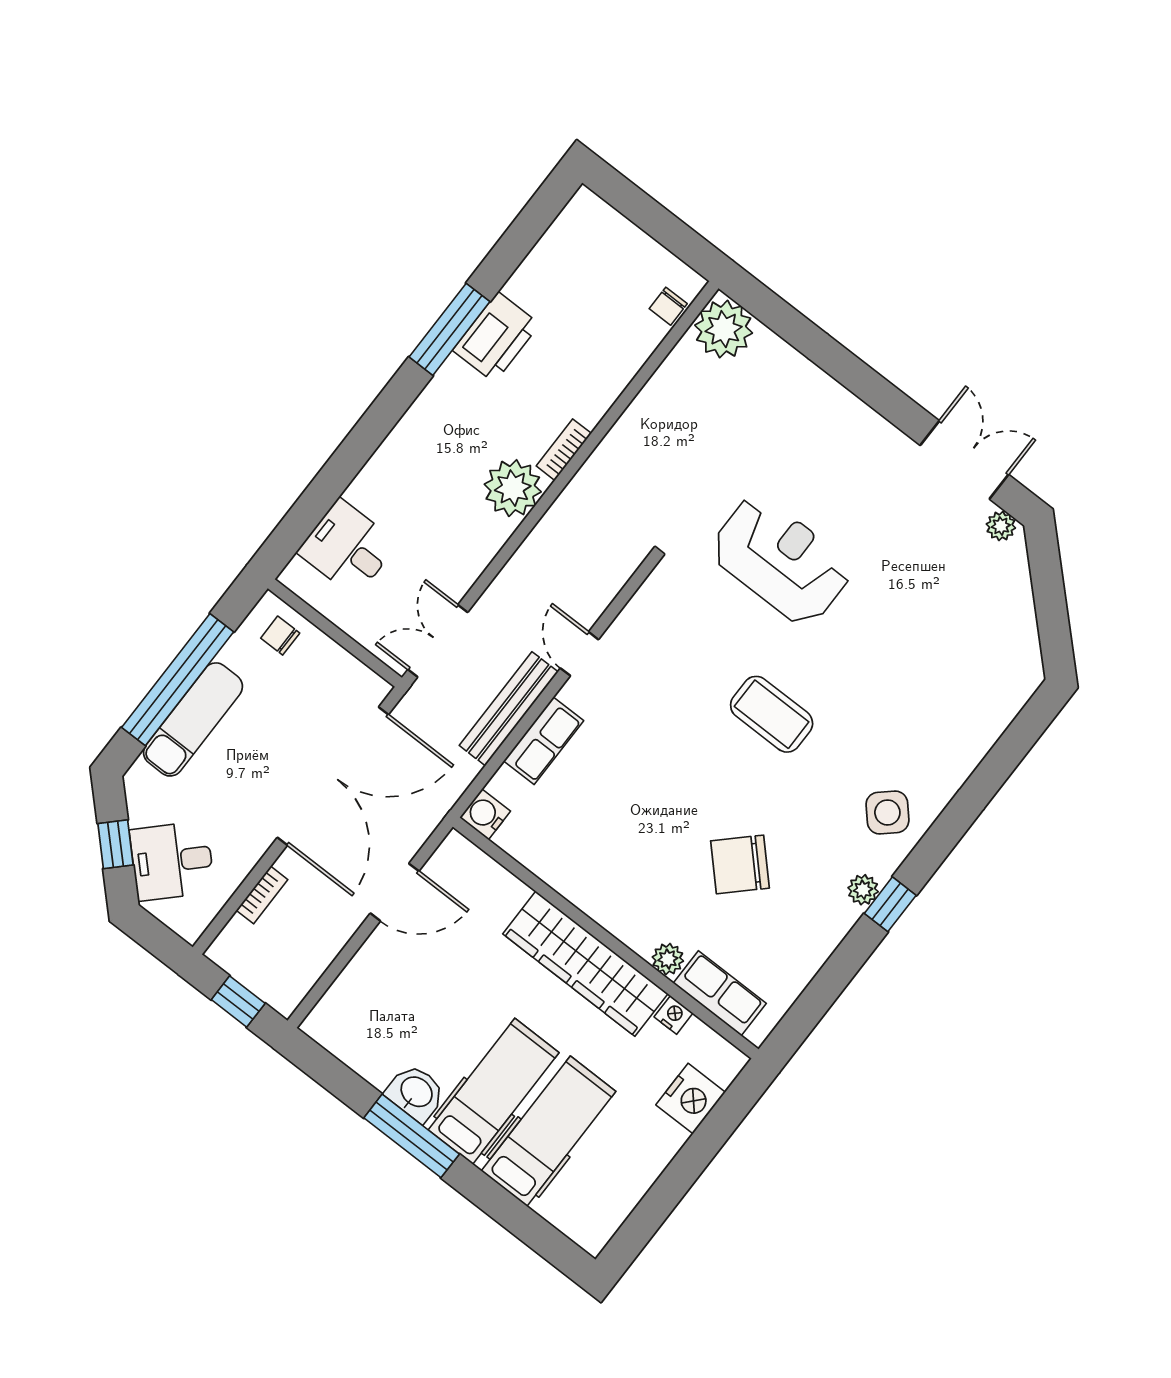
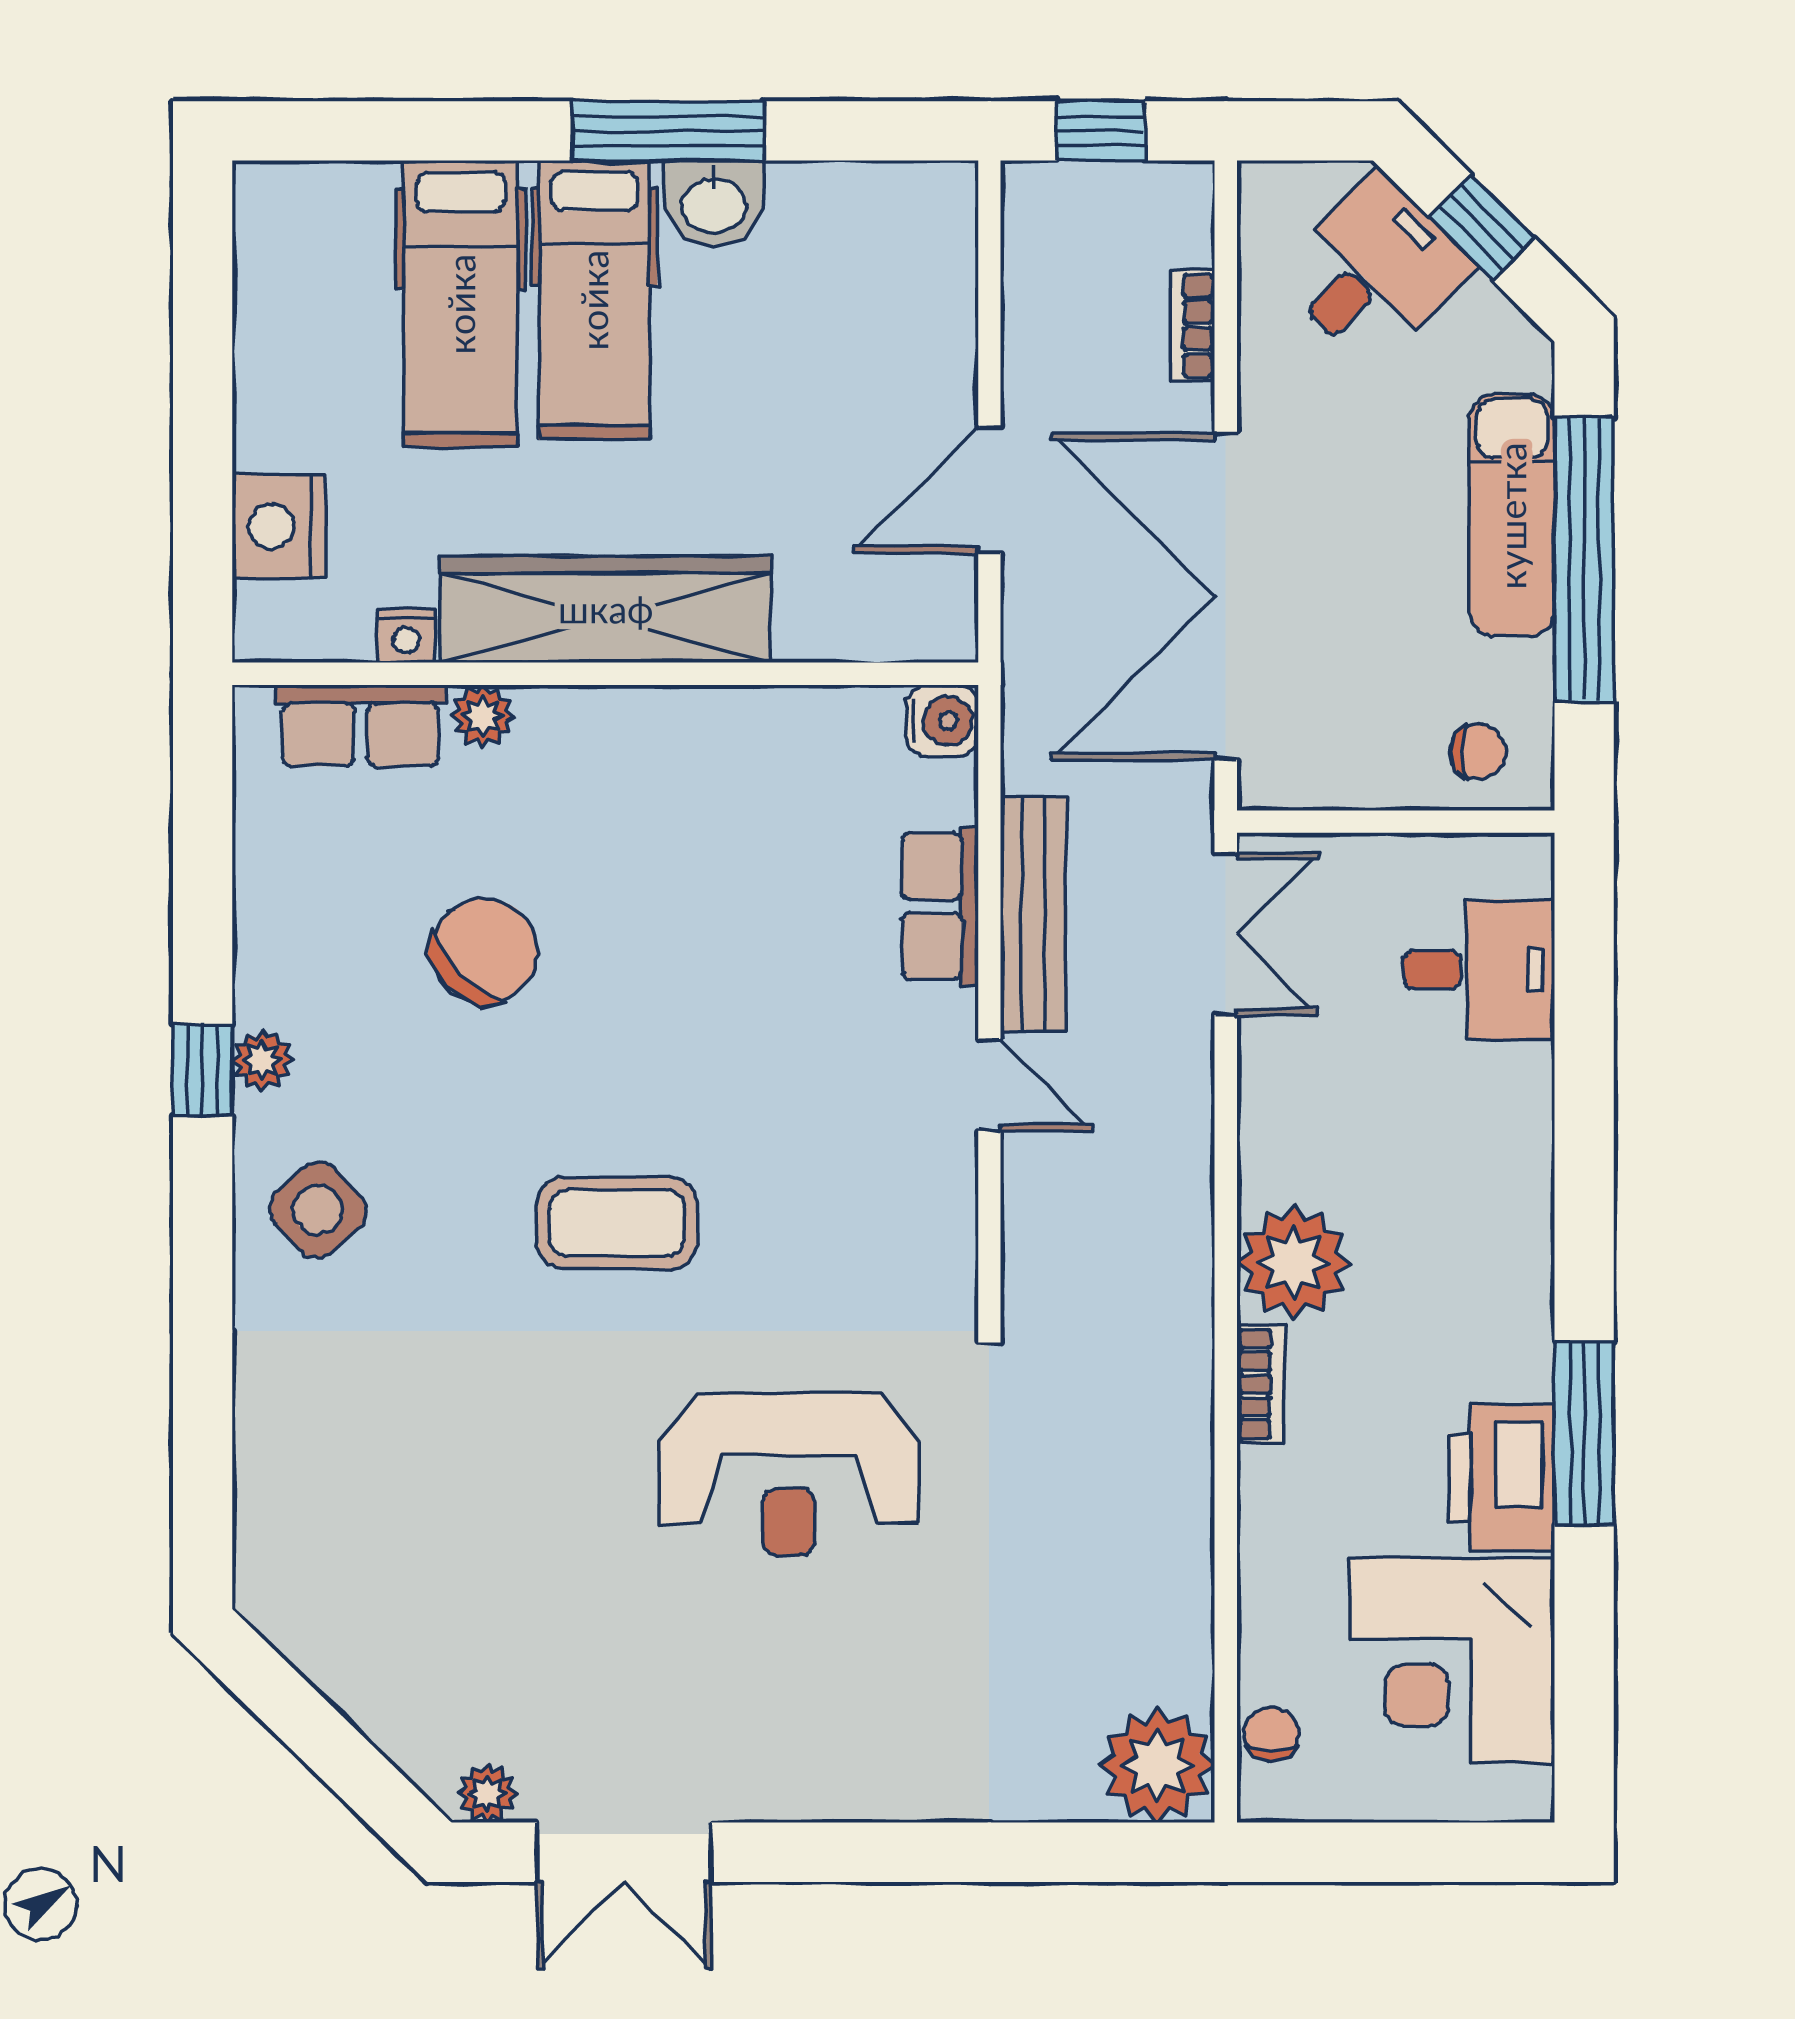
corner desk: (573, 280) -> (1452, 1660), added

